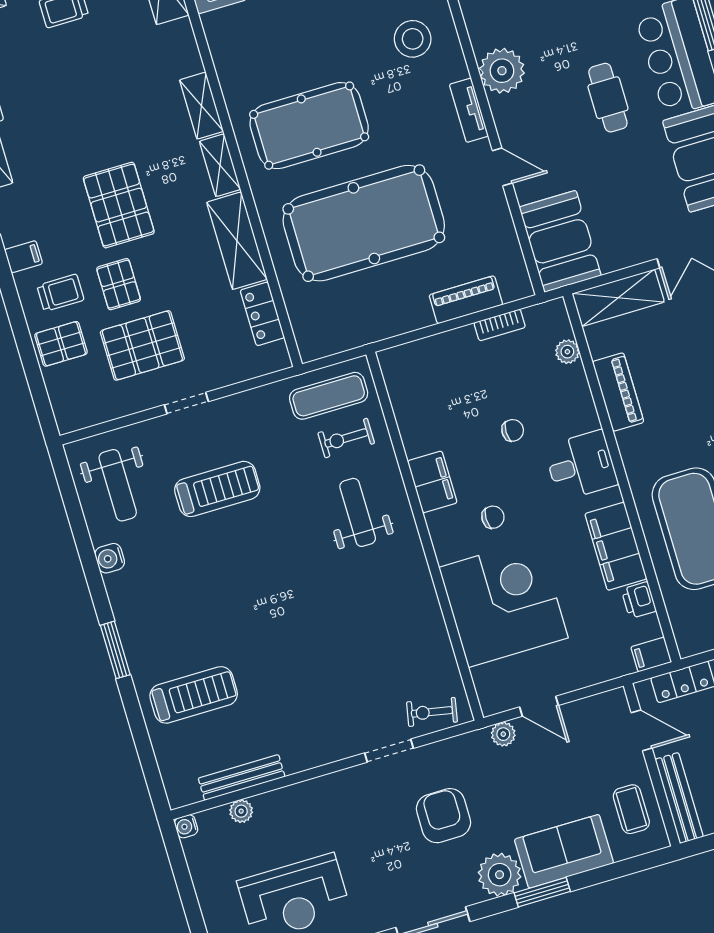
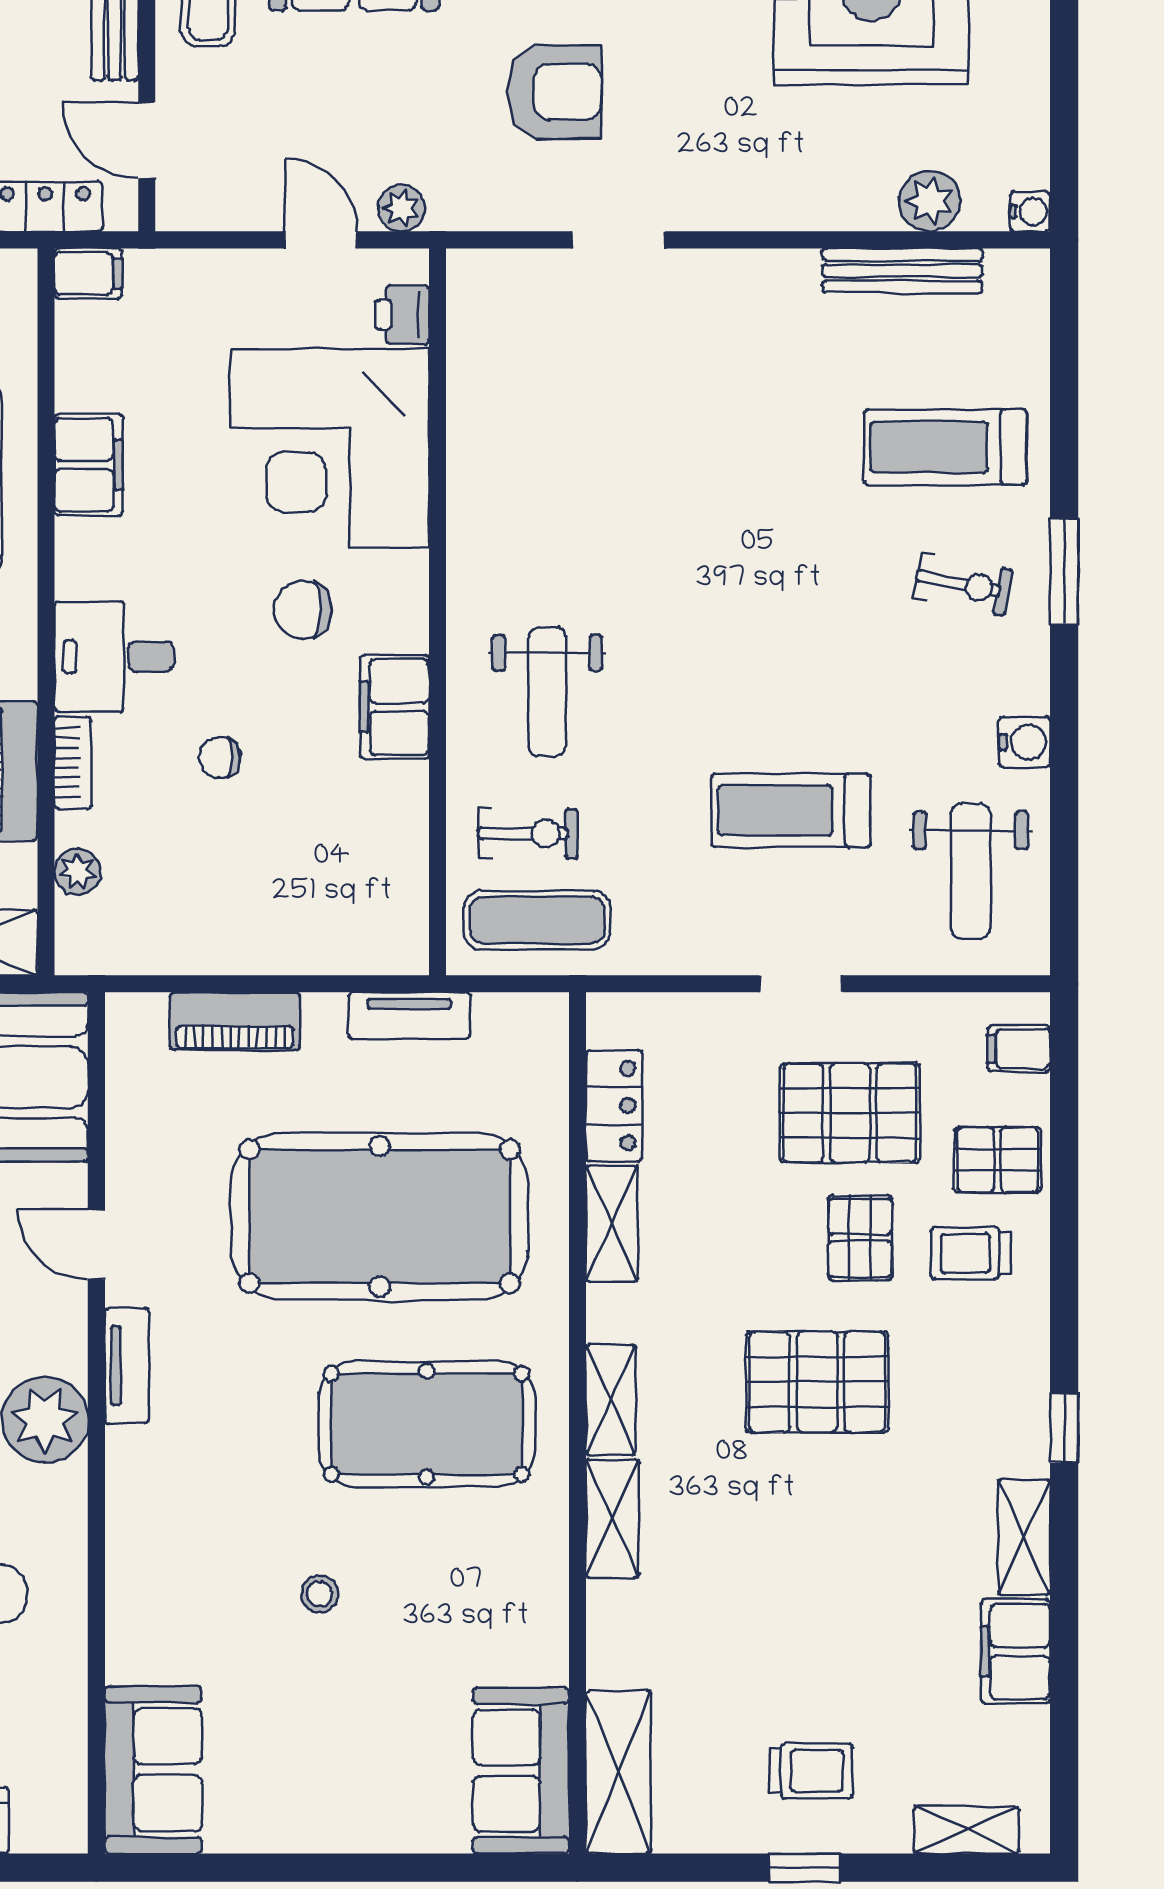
stool: (413, 39) -> (320, 1594), moved, width x0.53, depth x0.53
pallet: (119, 205) -> (817, 1382), turned 90
shelving: (237, 241) -> (612, 1224), width x0.67, depth x0.75
filing cabinet: (24, 257) -> (1019, 1049), moved
bookcase: (500, 325) -> (73, 763), moved, turned 90
tv unit: (379, 329) -> (409, 1015), added
weight bench: (118, 485) -> (971, 871), turned 180
chair: (493, 517) -> (303, 610), width x1.37, depth x1.37
filing cabinet: (616, 546) -> (88, 465), width x0.67, depth x0.86
printer: (639, 600) -> (402, 315), moved, turned 180
exercise bike: (432, 712) -> (963, 584), moved
plant: (241, 811) -> (930, 201), width x1.38, depth x1.38
armchair: (443, 816) -> (554, 92), turned -90

